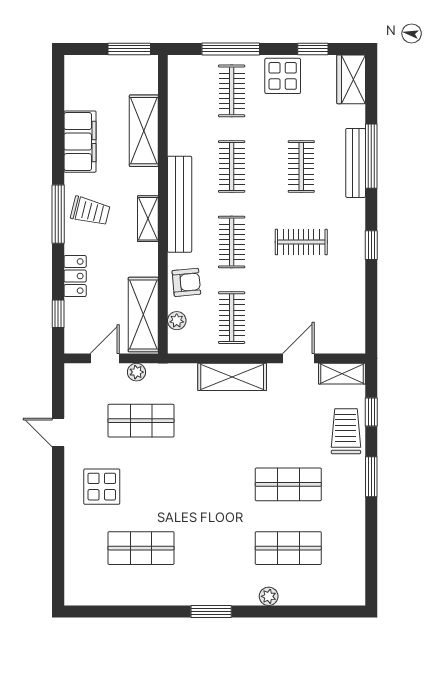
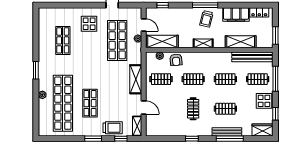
bench: (180, 204) -> (252, 57), moved
locker: (75, 276) -> (259, 12), moved
shop shelf: (141, 421) -> (117, 40), width x1.43, depth x1.36
shop shelf: (288, 548) -> (63, 103), width x2.00, depth x1.36

